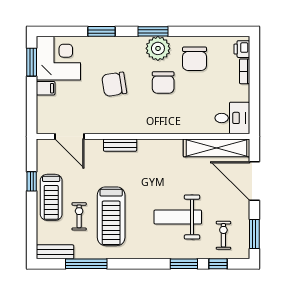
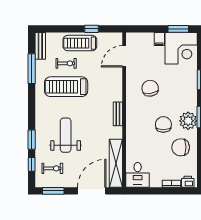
chair: (163, 83) -> (163, 124), turned 90
chair: (114, 84) -> (150, 88), moved
bench: (120, 145) -> (118, 114), moved

